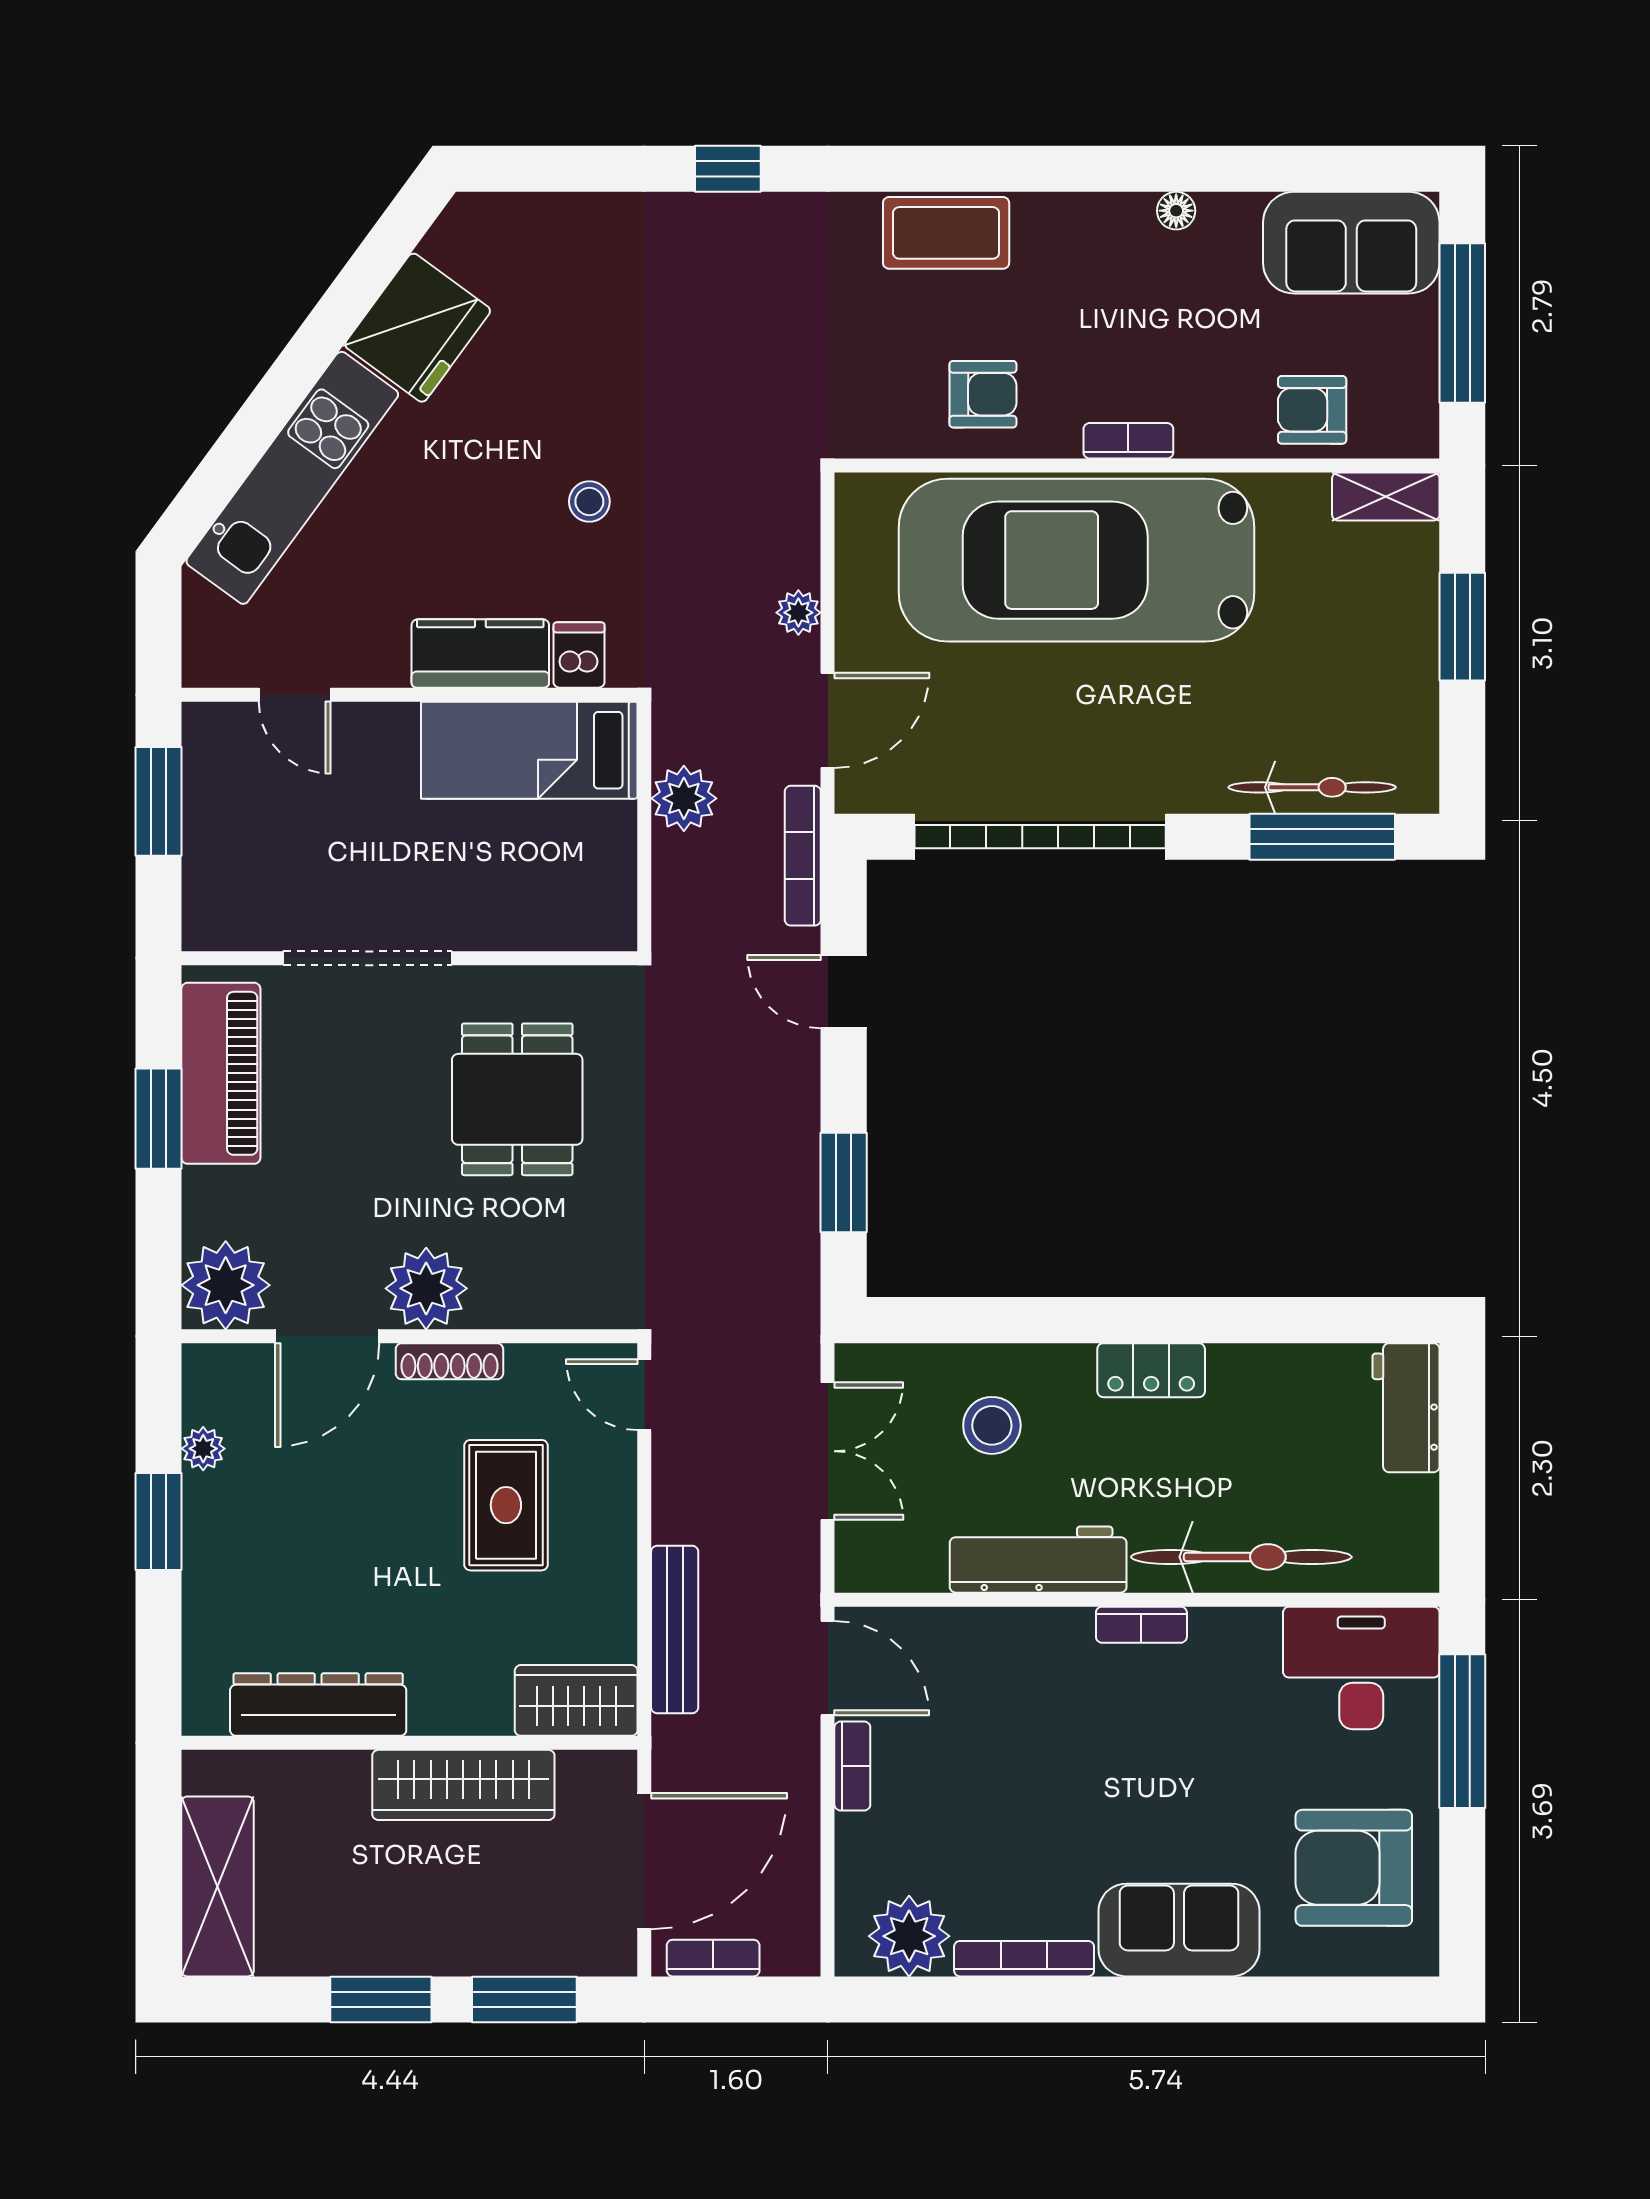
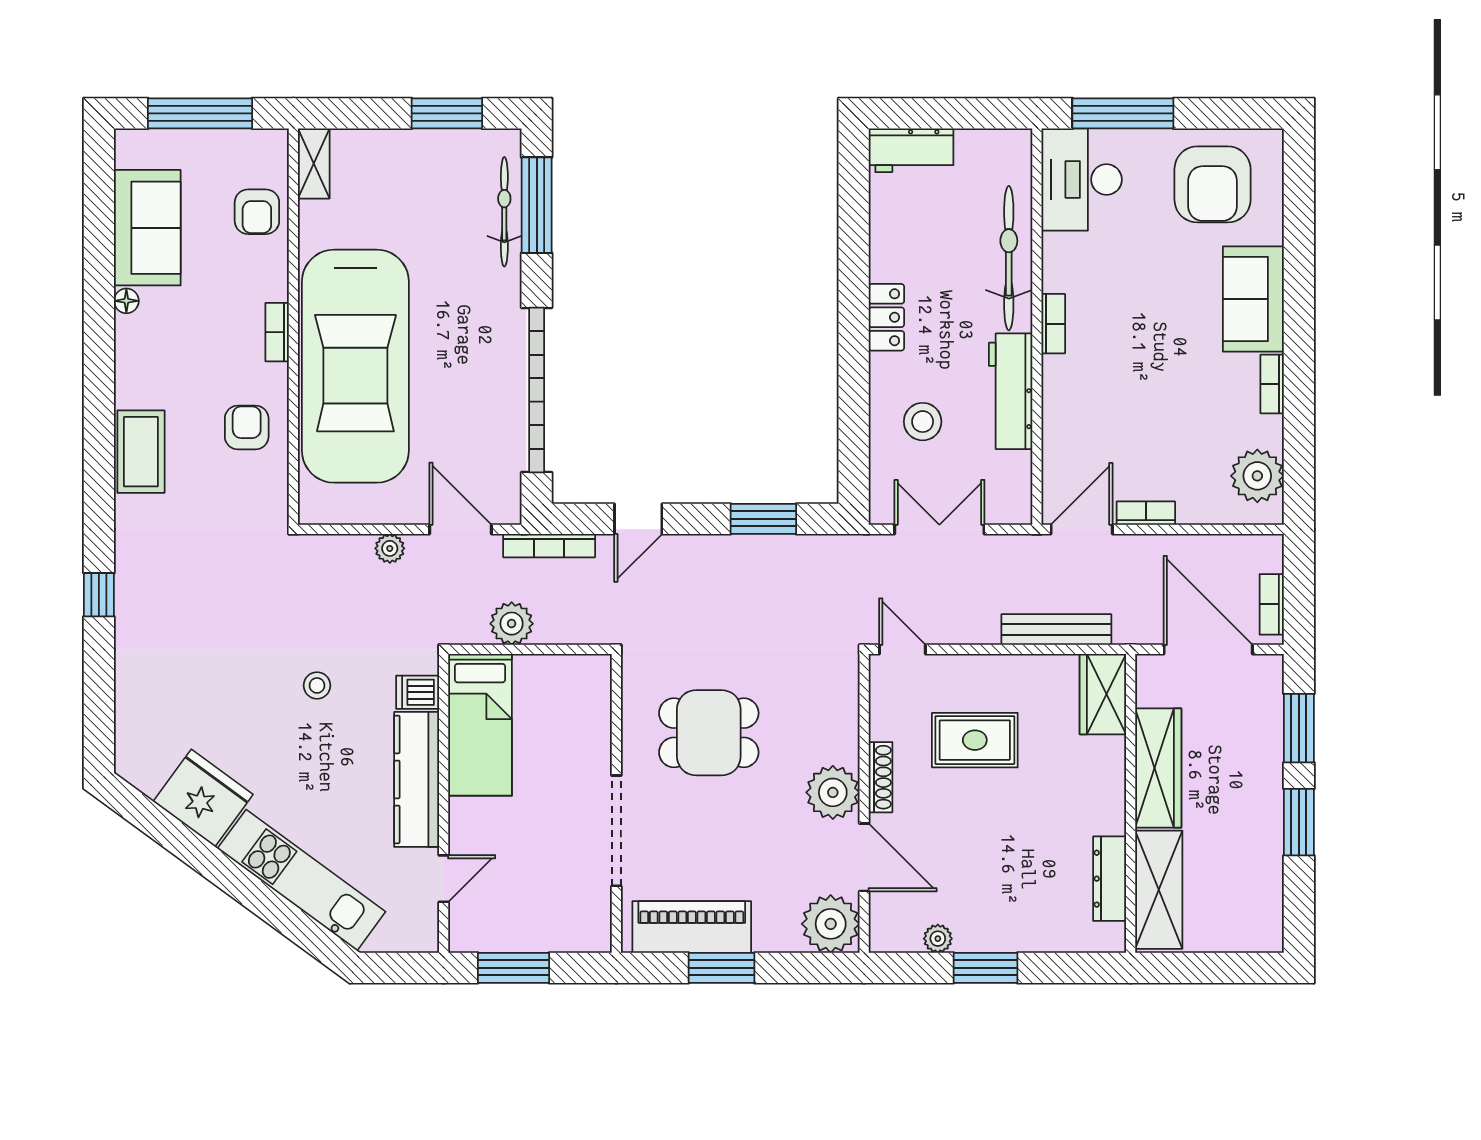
sofa: (1351, 243) -> (147, 228), moved
window: (1462, 627) -> (447, 113), moved
kitchen counter: (480, 653) -> (417, 779), width x1.50
door: (644, 1395) -> (902, 649), swing flipped
dresser: (318, 1705) -> (1110, 879), width x0.73, depth x0.80
shelving: (218, 1886) -> (1159, 890), moved, turned 90
bookcase: (1024, 1959) -> (1272, 384), width x0.64

